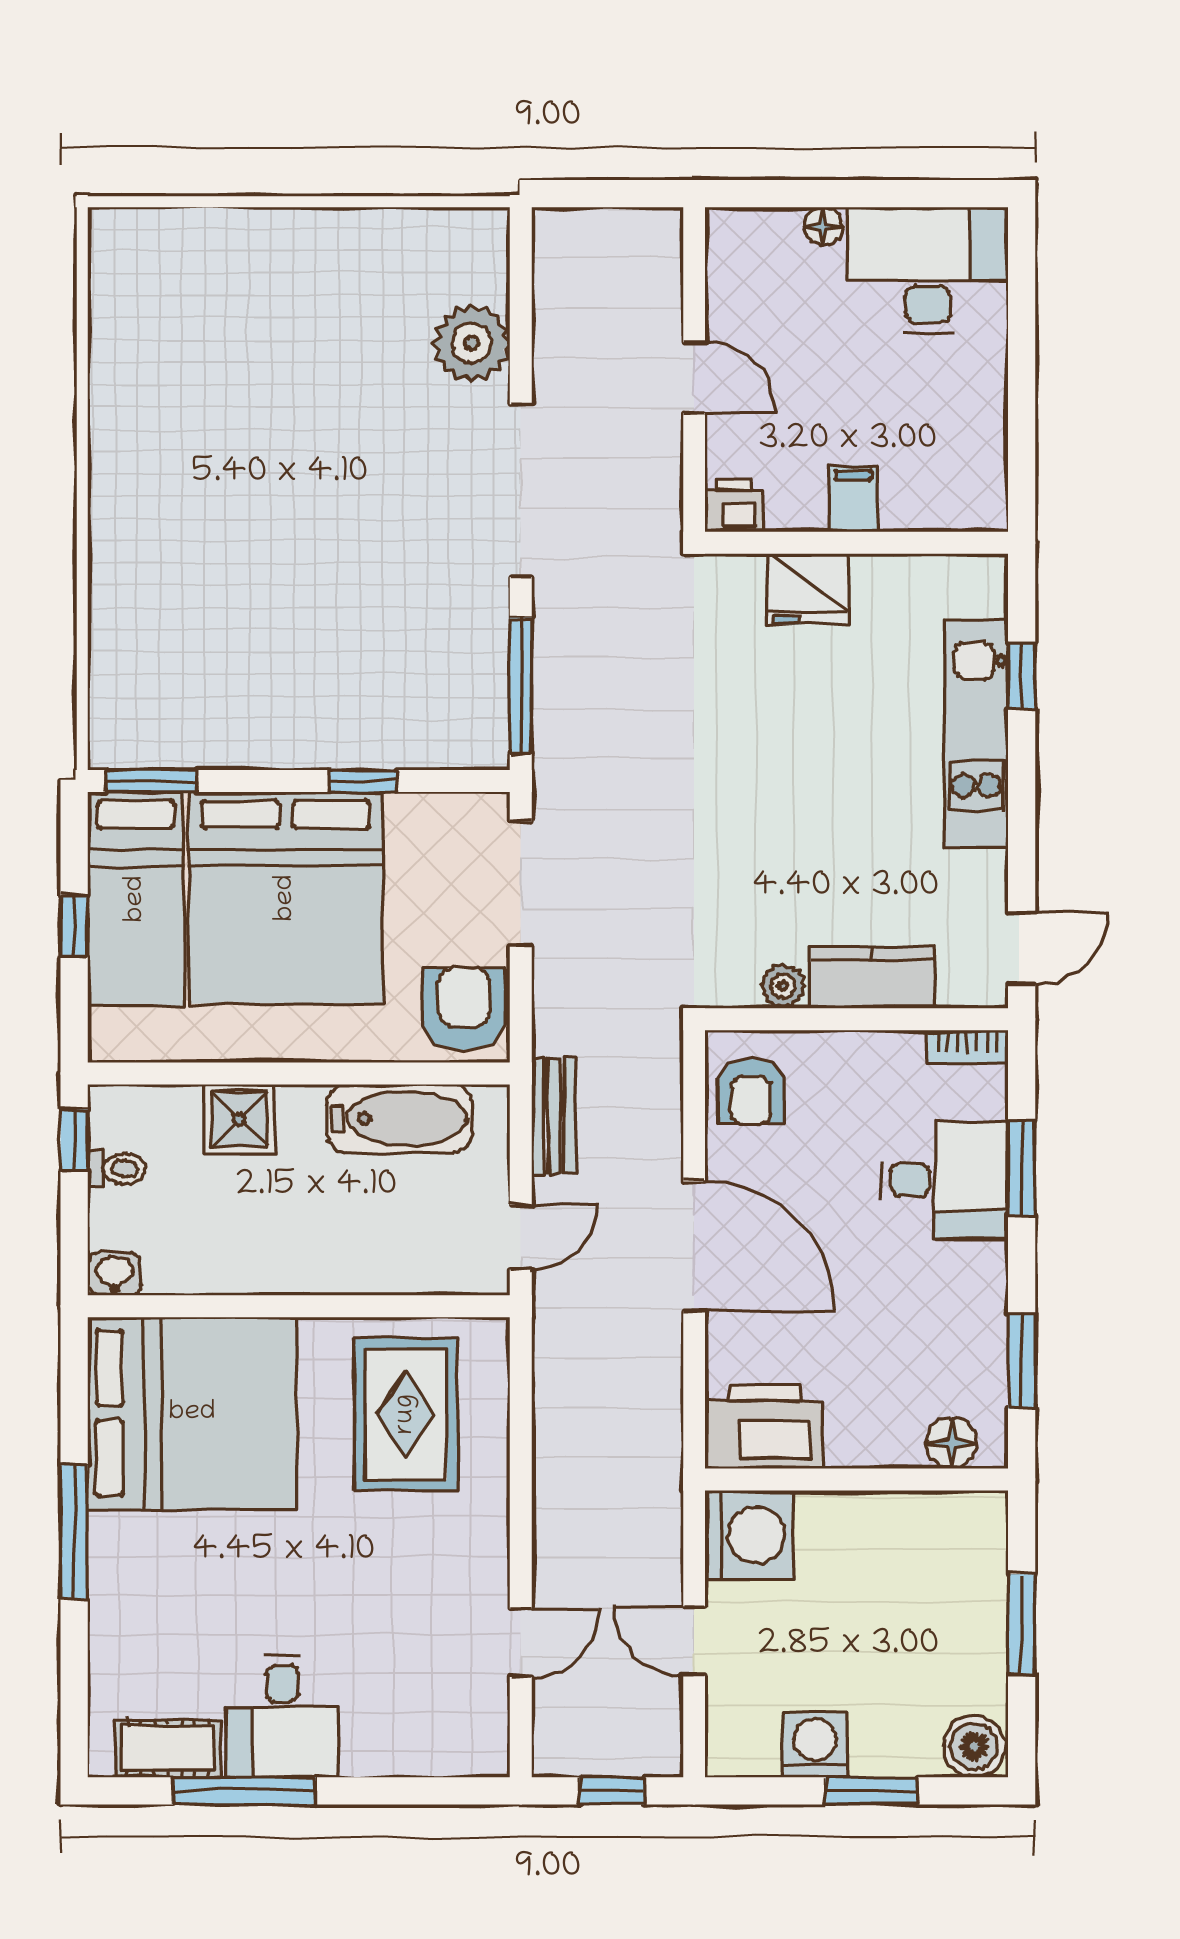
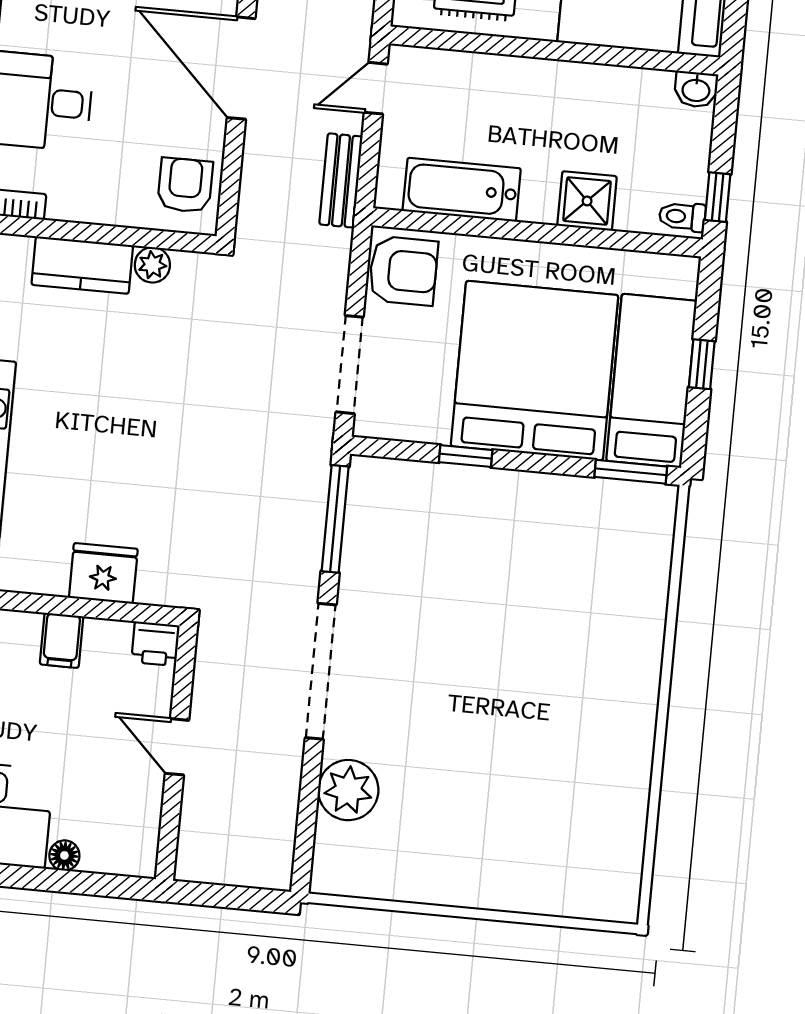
armchair: (464, 1009) -> (403, 271), turned -90
toilet: (117, 1169) -> (682, 217), moved

